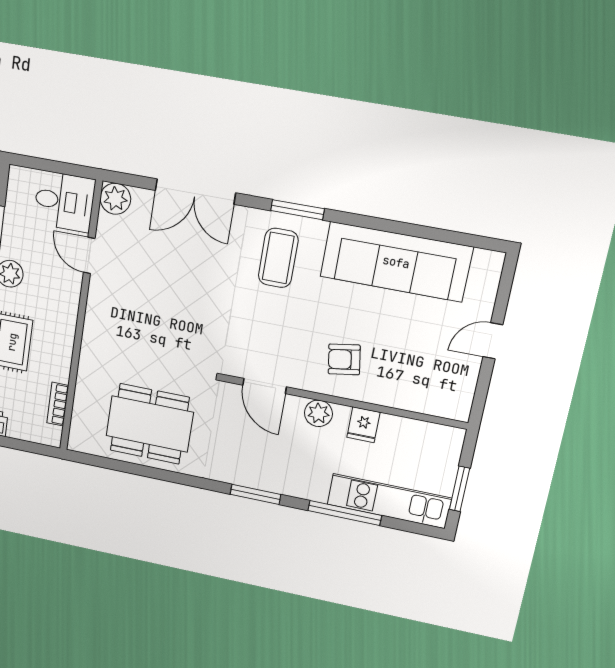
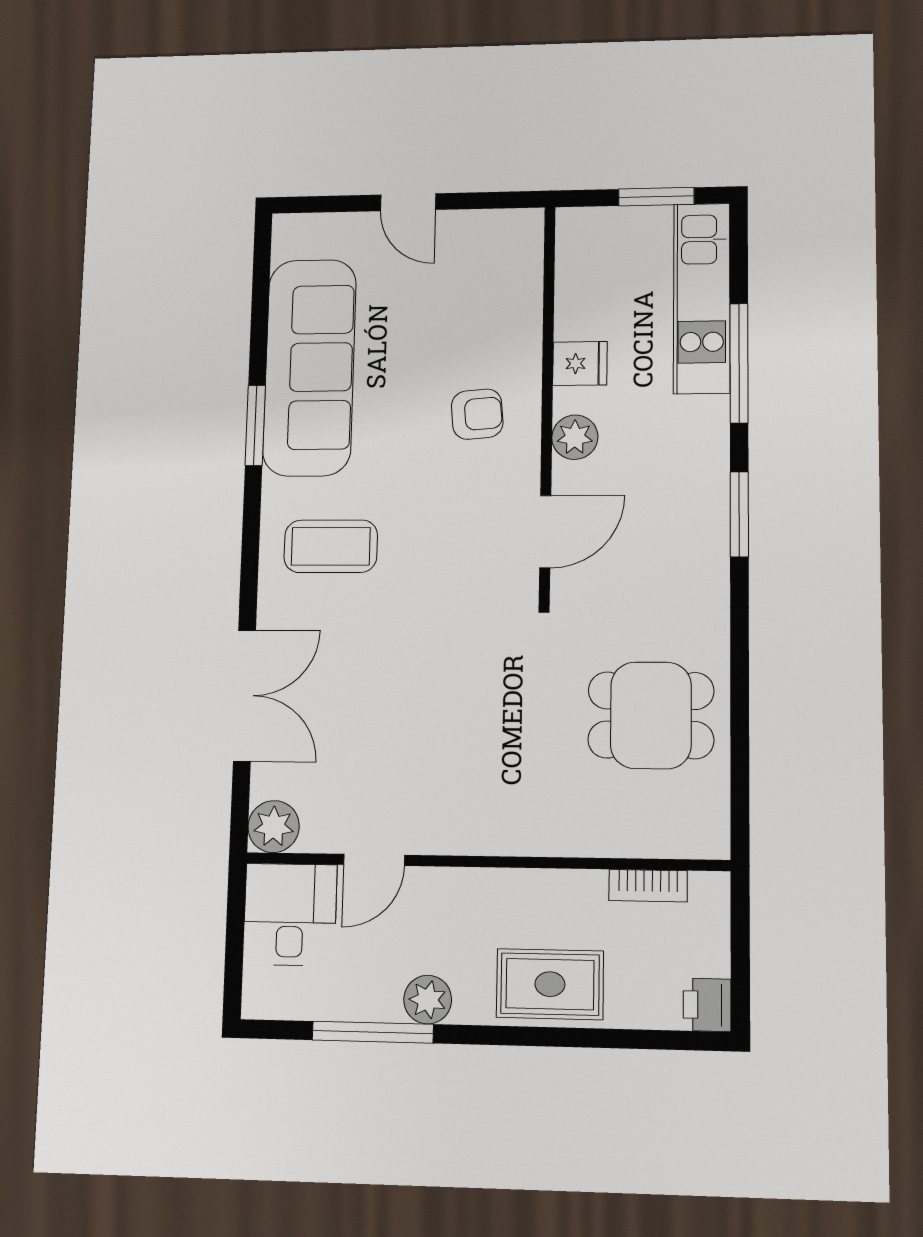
window: (297, 210) -> (255, 425), moved
armchair: (344, 359) -> (477, 414), turned -86
dining table: (150, 424) -> (651, 715), width x0.73

